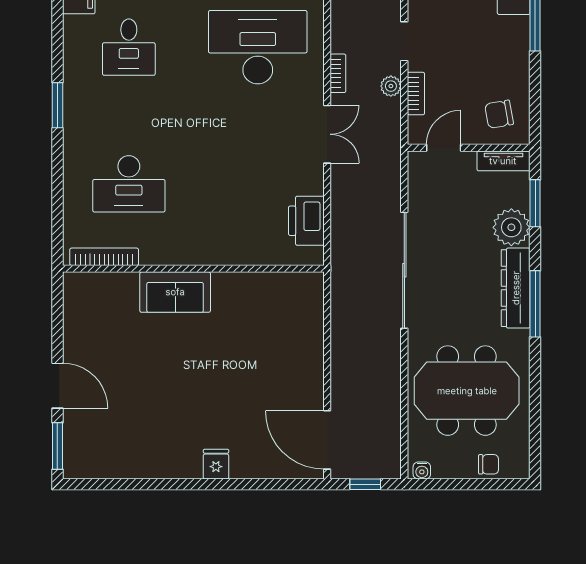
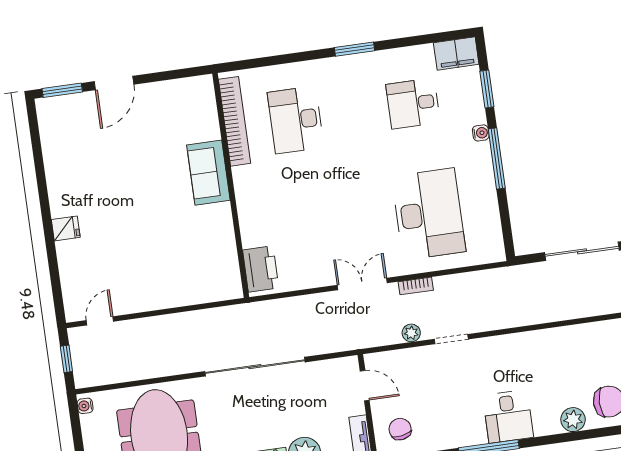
bookcase: (416, 94) -> (408, 355), removed
double door: (327, 134) -> (362, 284), swing flipped
printer: (306, 221) -> (261, 269), moved, turned 90
bookcase: (104, 257) -> (235, 121), width x1.48, depth x1.31
door: (327, 440) -> (100, 321), width x0.53

